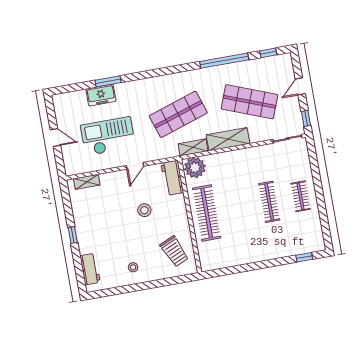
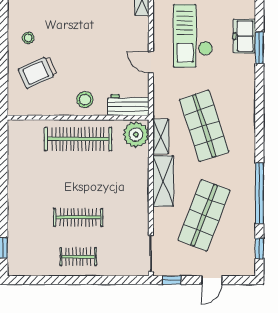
door: (300, 86) -> (212, 280), swing flipped
checkout: (108, 136) -> (193, 36), turned 180
stool: (144, 210) -> (85, 100), moved
trolley: (174, 251) -> (38, 72), moved

